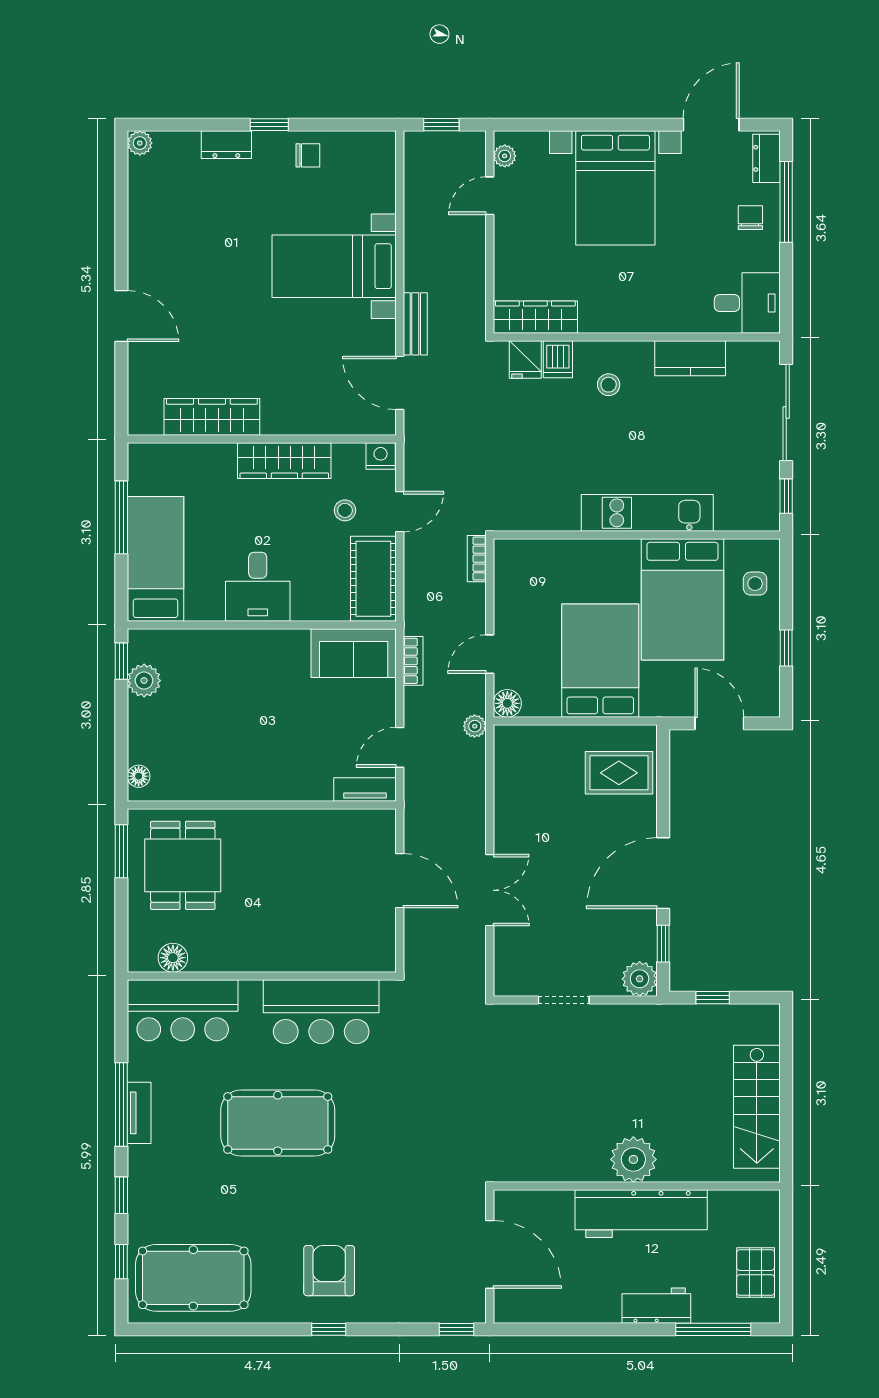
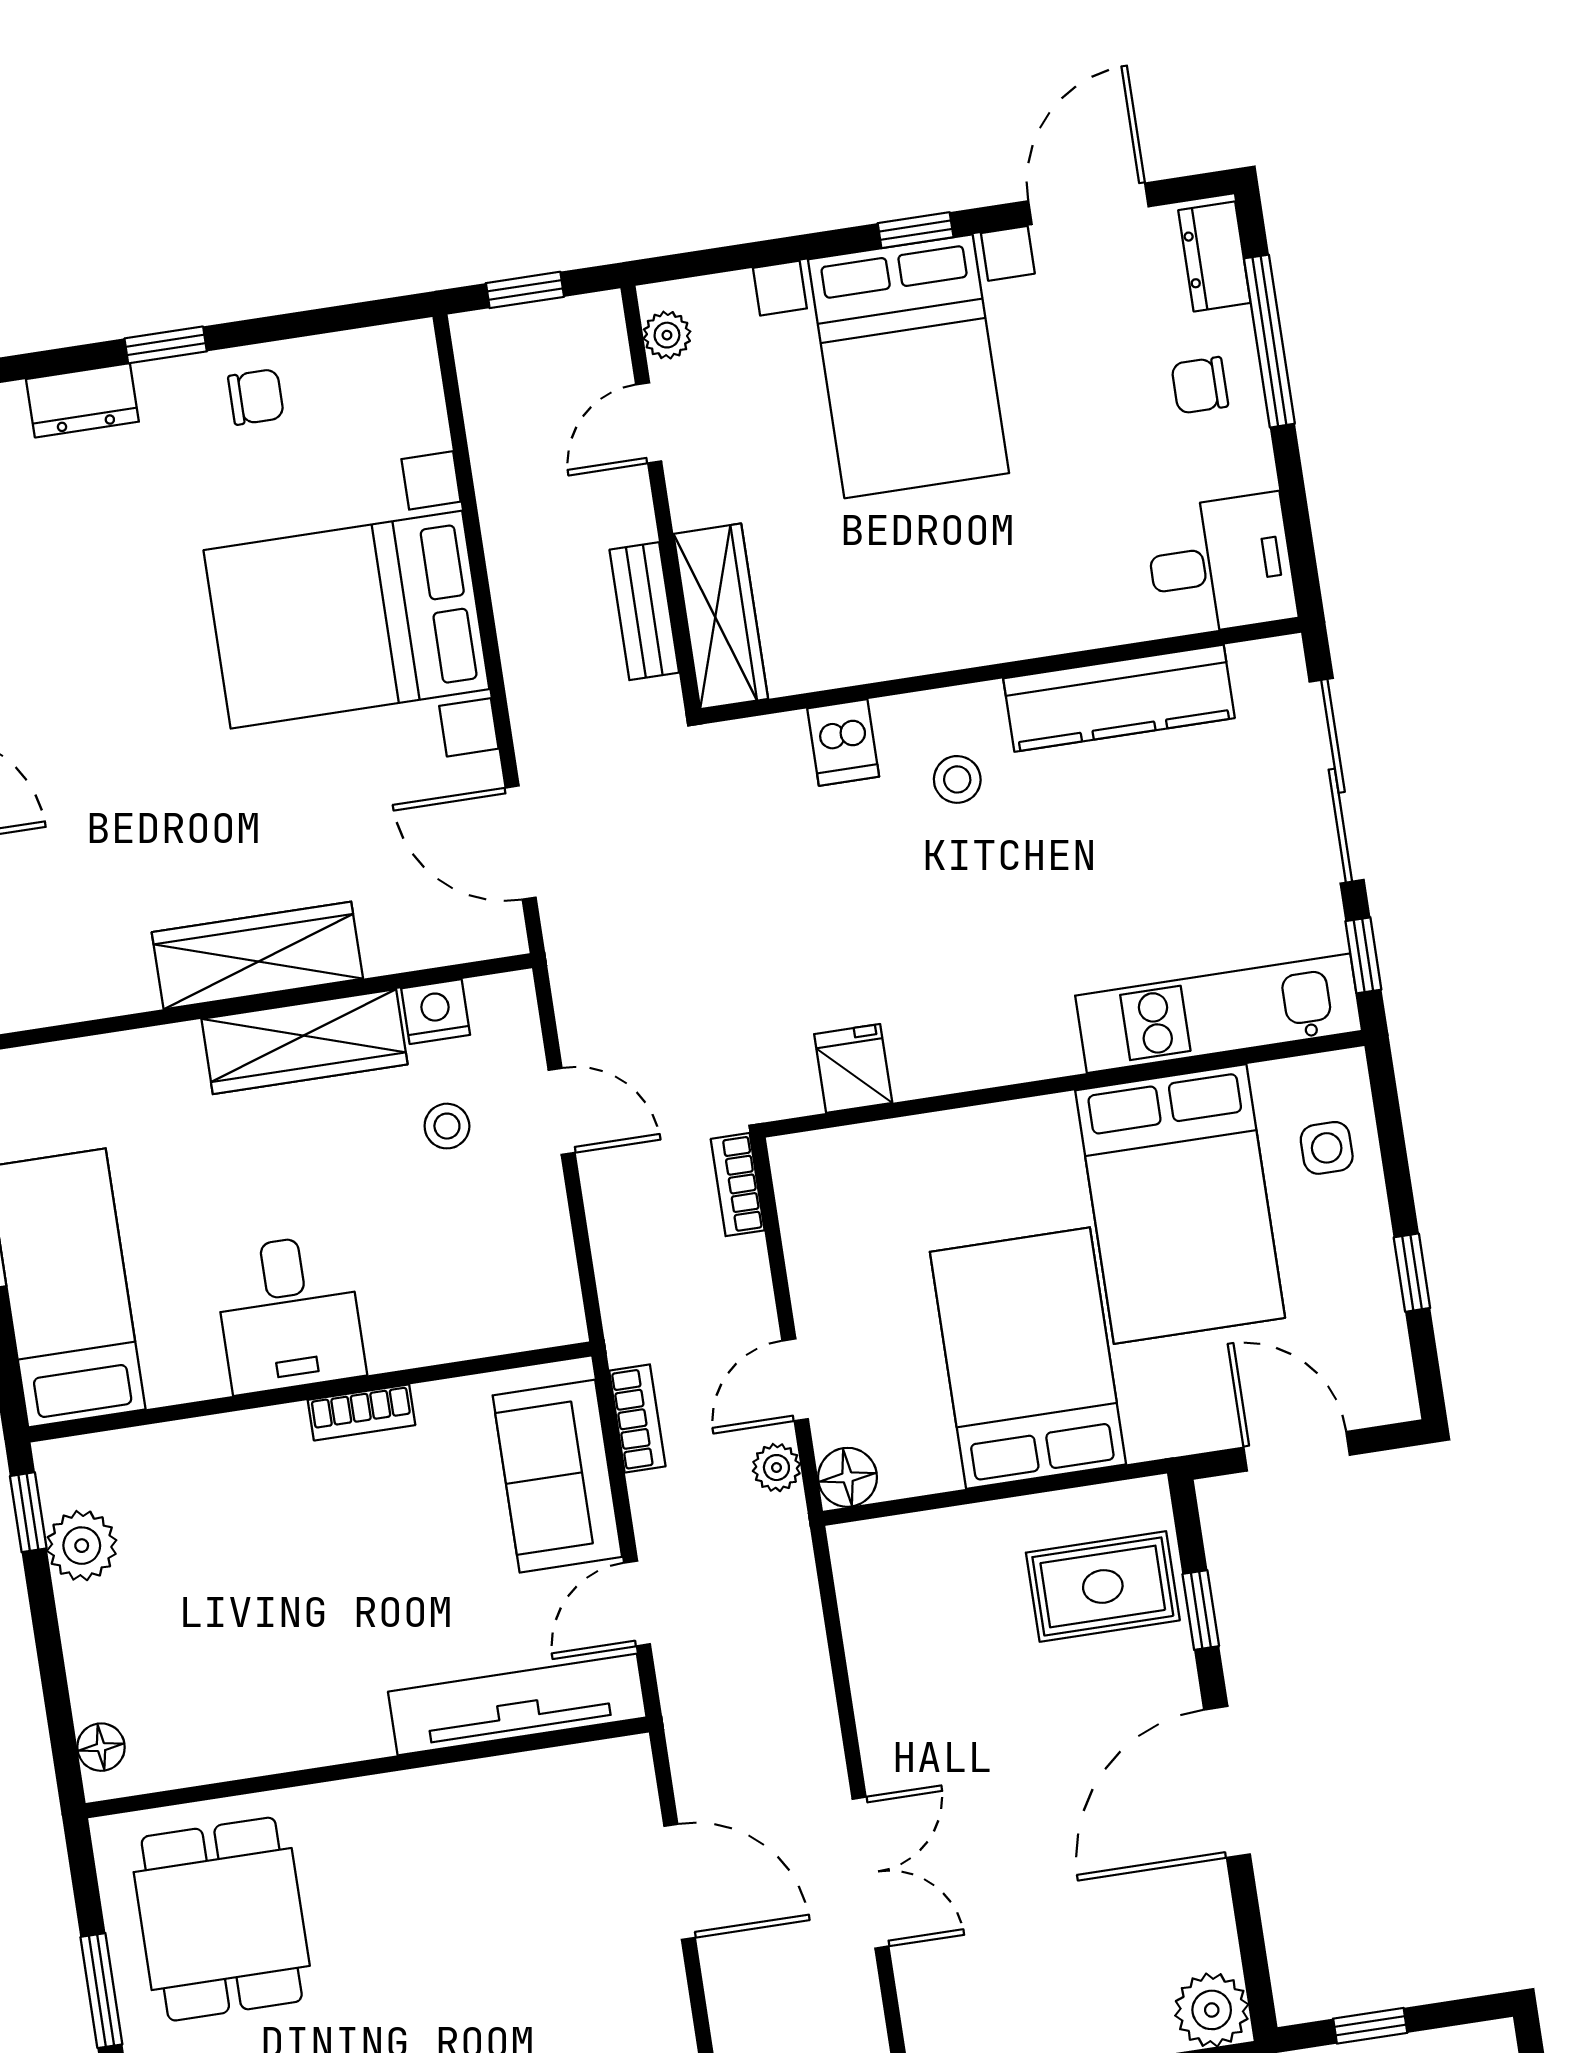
window: (628, 125) -> (916, 230), added
chair: (750, 218) -> (1200, 385), turned -90
bed with nightstands: (334, 266) -> (346, 620), width x1.36
wardrobe: (535, 317) -> (721, 616), moved, turned 90
bench: (415, 324) -> (644, 611), moved
kitchen counter: (690, 358) -> (1119, 698), width x1.50
fridge: (525, 360) -> (853, 1068), moved, turned 180
wardrobe: (212, 417) -> (257, 955), moved
nightstand: (381, 456) -> (436, 1012), moved
door: (400, 512) -> (562, 1111), hinge flipped
kitchen unit: (647, 513) -> (1219, 1013), moved
cot: (373, 579) -> (528, 1260), removed
bookcase: (284, 638) -> (362, 1413), added
sofa: (354, 653) -> (557, 1476), moved, turned 90
plant: (475, 726) -> (776, 1468), moved
tv unit: (365, 789) -> (517, 1704), width x1.92, depth x1.29
window: (121, 851) -> (101, 1991), moved
window: (663, 944) -> (1201, 1610), moved

